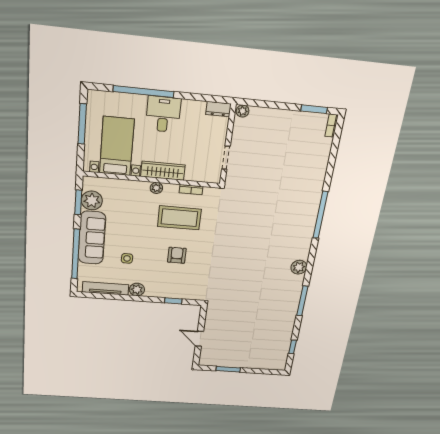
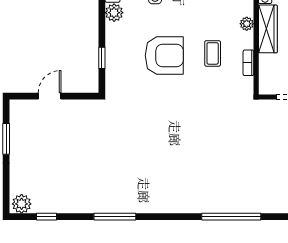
coffee table: (179, 218) -> (213, 53), width x0.54, depth x0.58
armchair: (177, 255) -> (164, 56), width x1.88, depth x1.88
plant: (299, 267) -> (22, 204), moved

